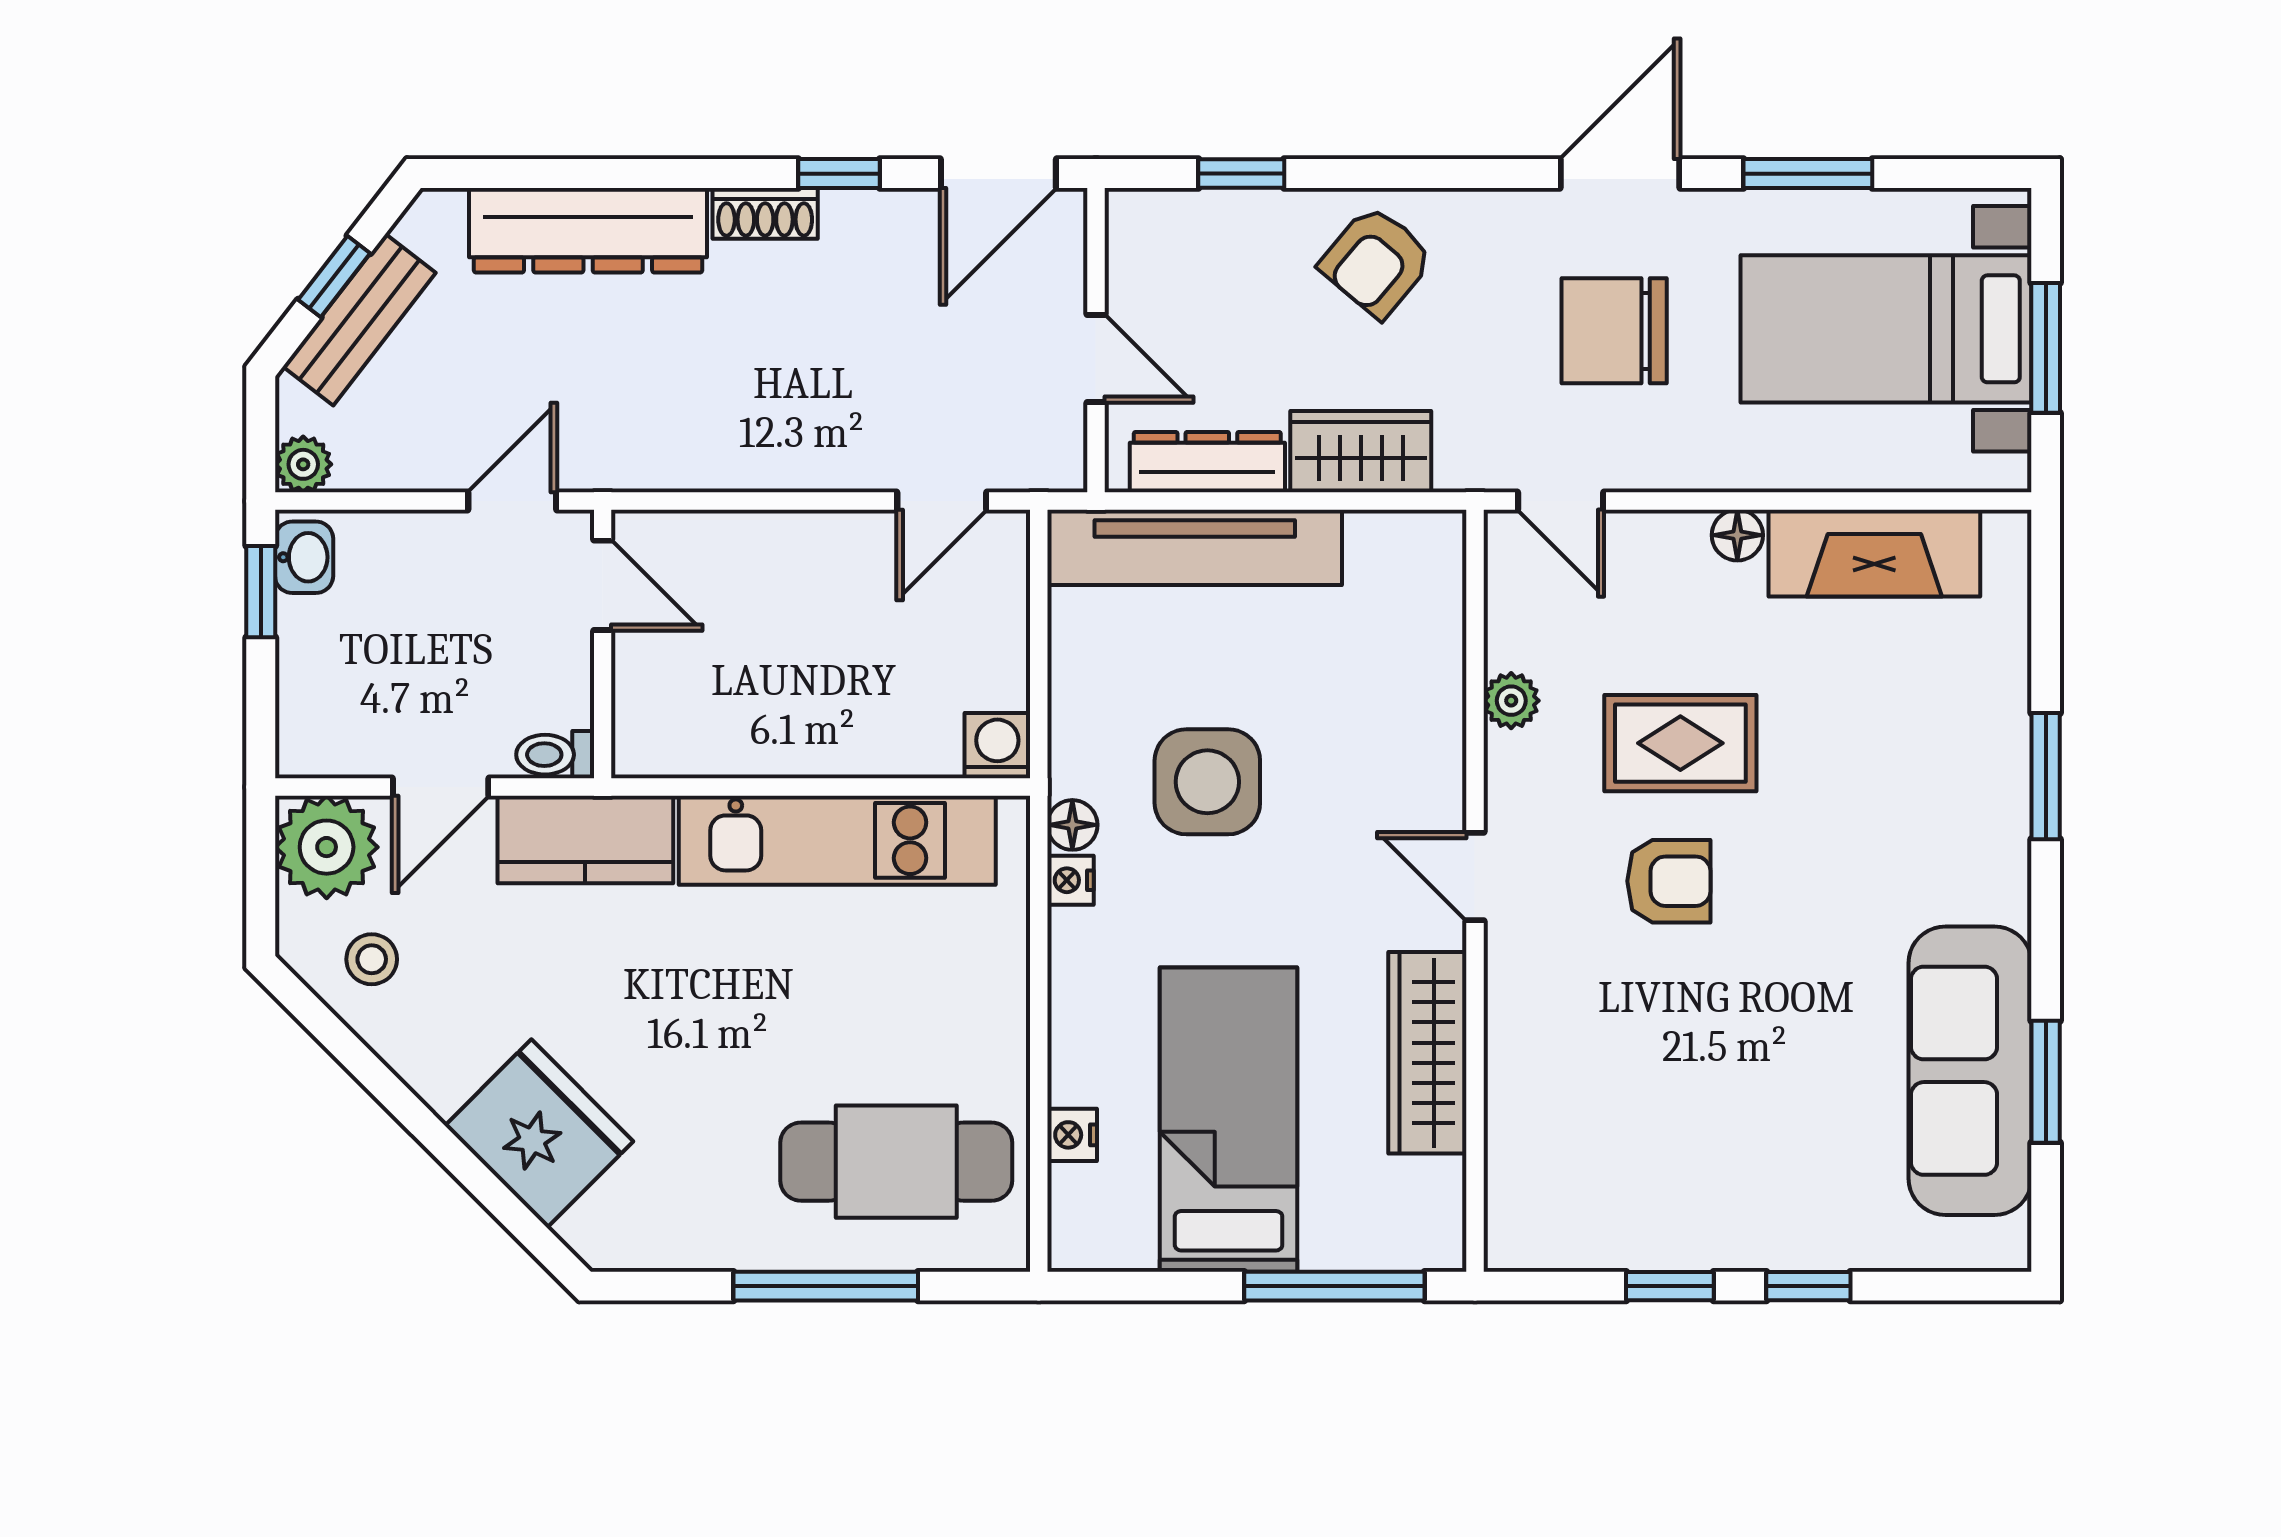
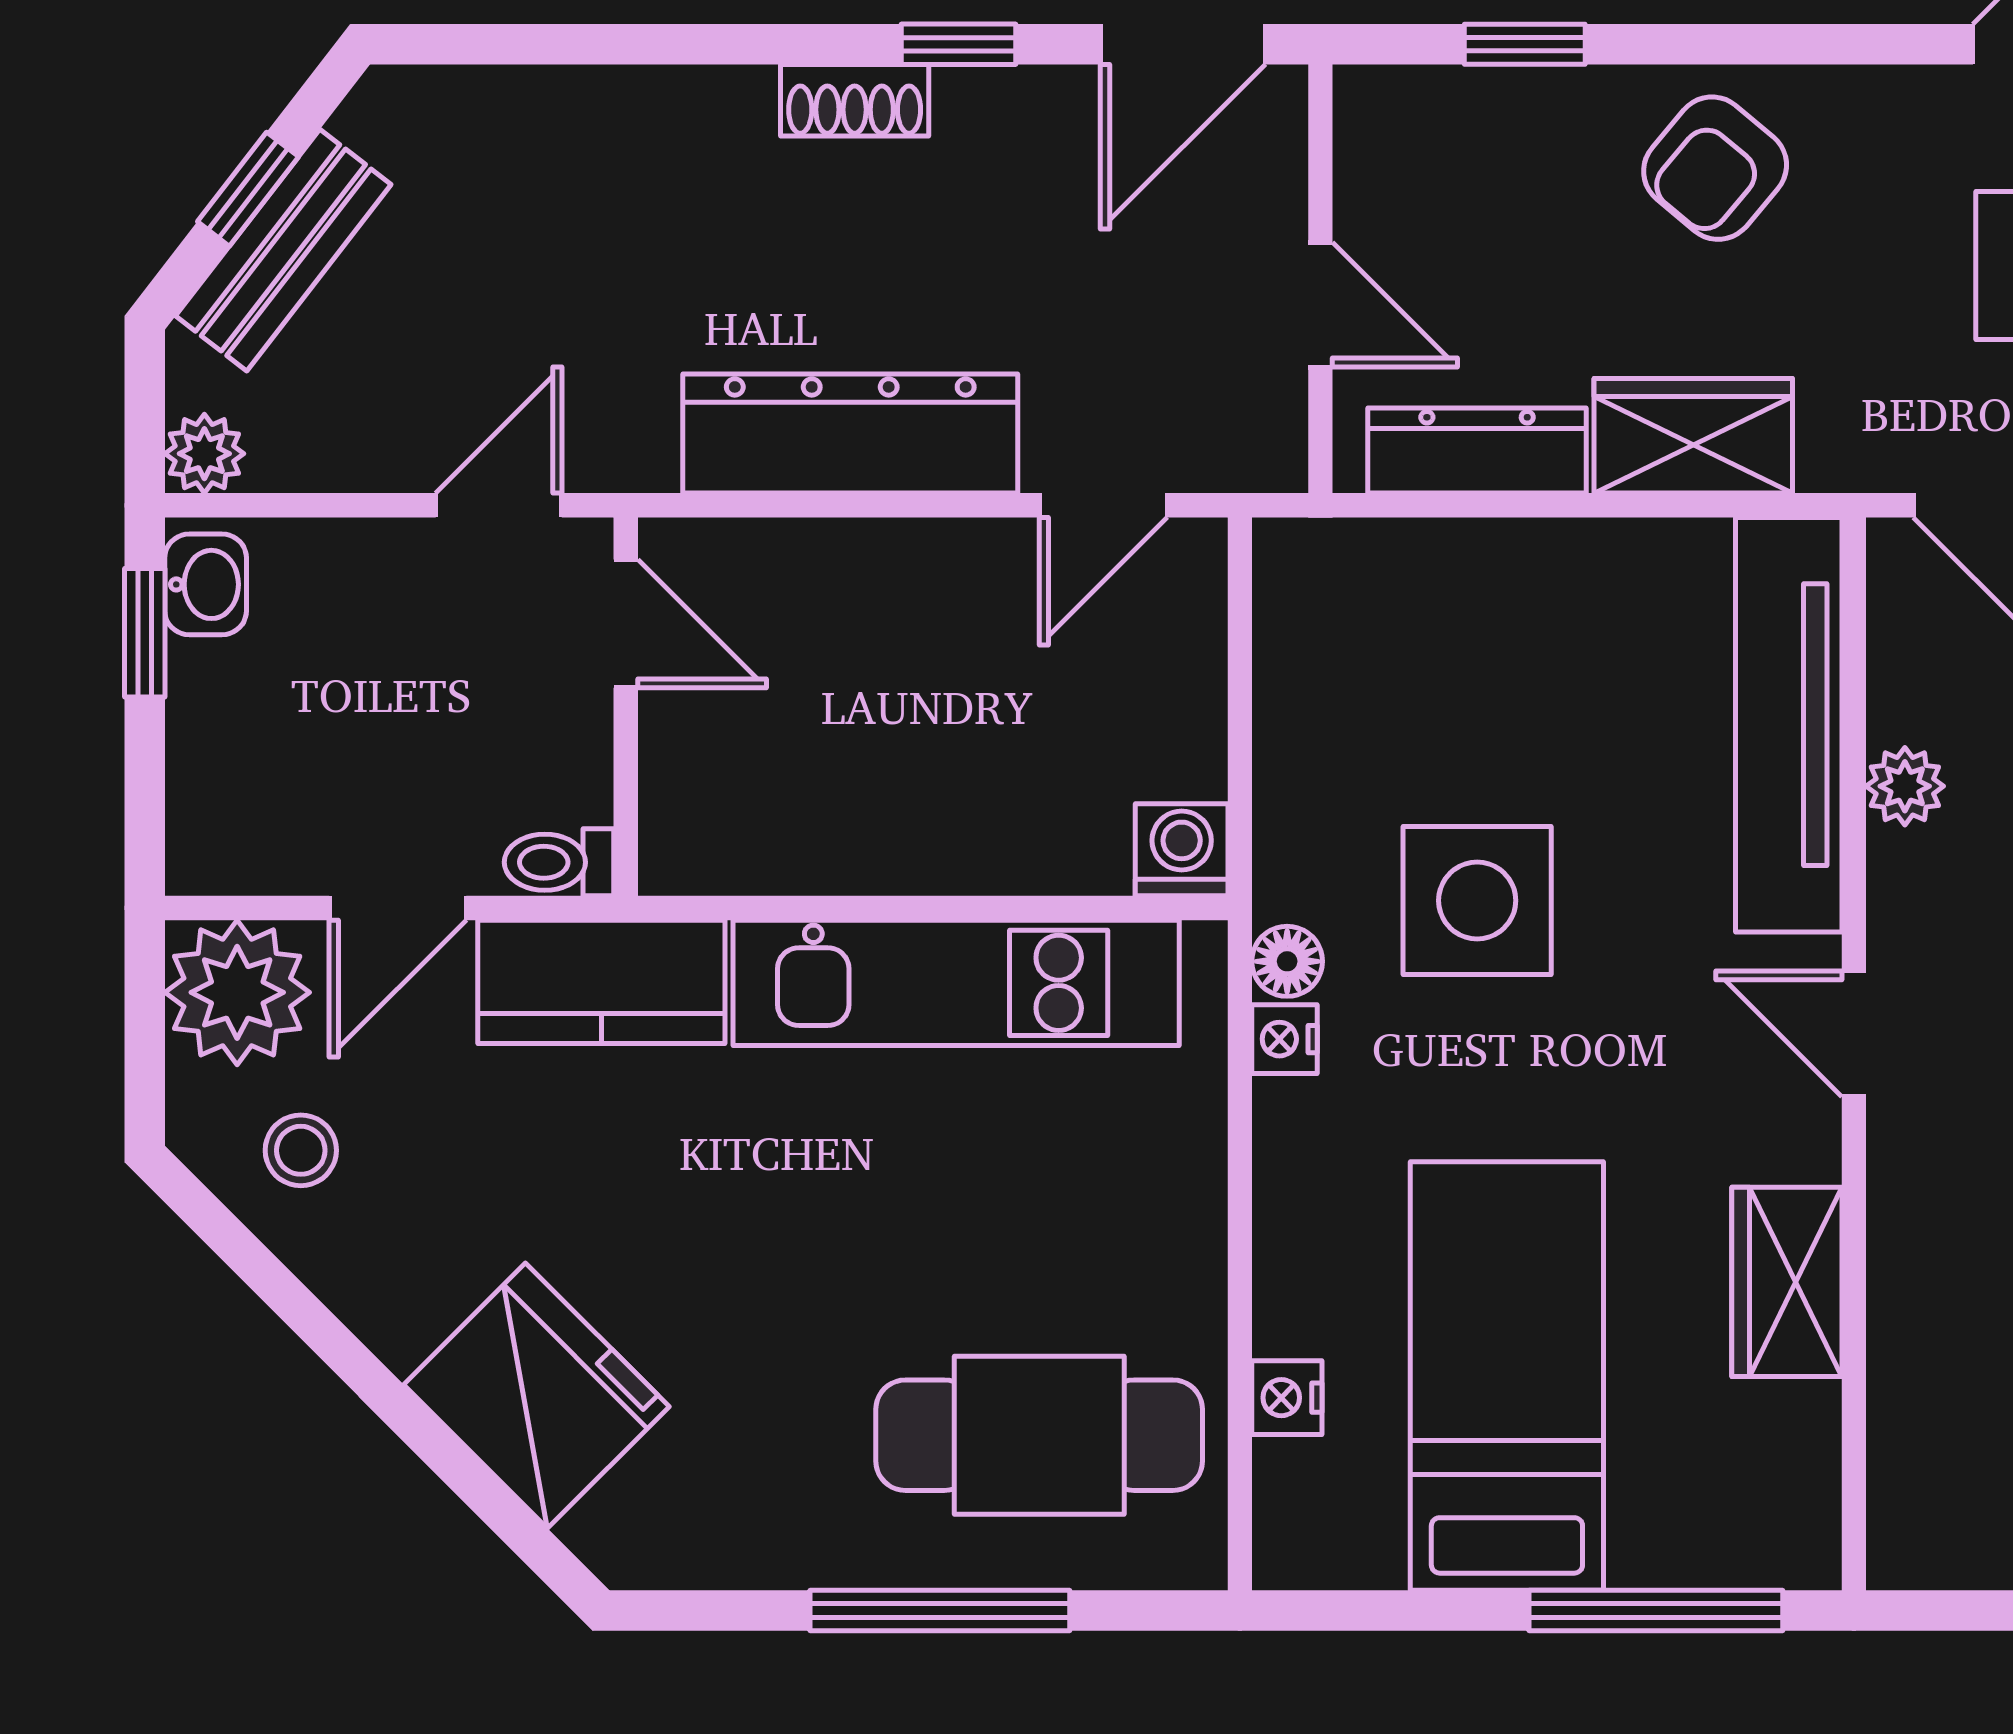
dresser: (588, 230) -> (850, 434), moved, turned 180
tv unit: (1195, 547) -> (1789, 725), moved, turned 90
wardrobe: (1427, 1053) -> (1787, 1282), width x0.67

